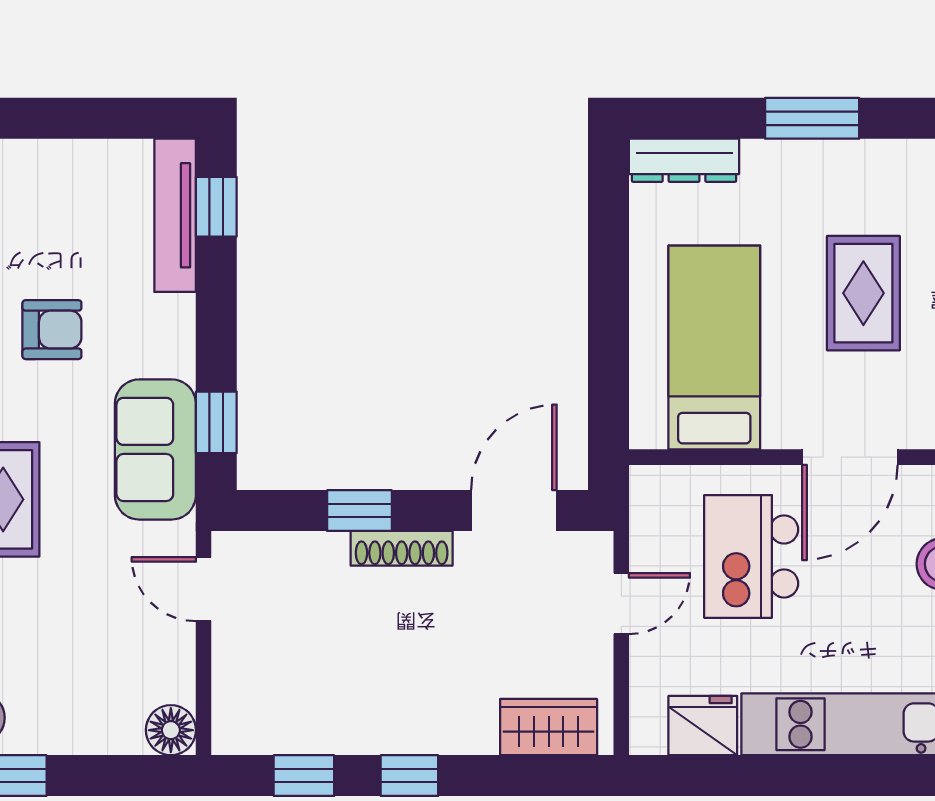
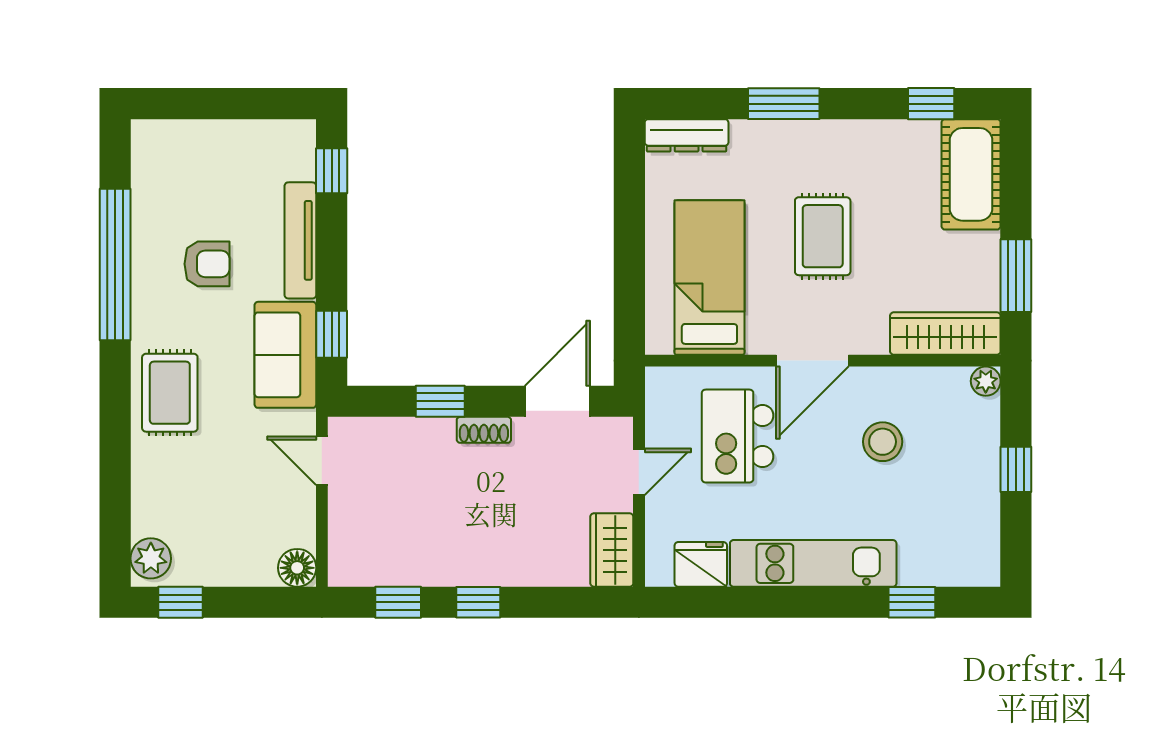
tv unit: (175, 215) -> (300, 240), moved
shoe rack: (402, 548) -> (484, 430), width x0.70
wardrobe: (549, 727) -> (612, 550), moved, turned -90

